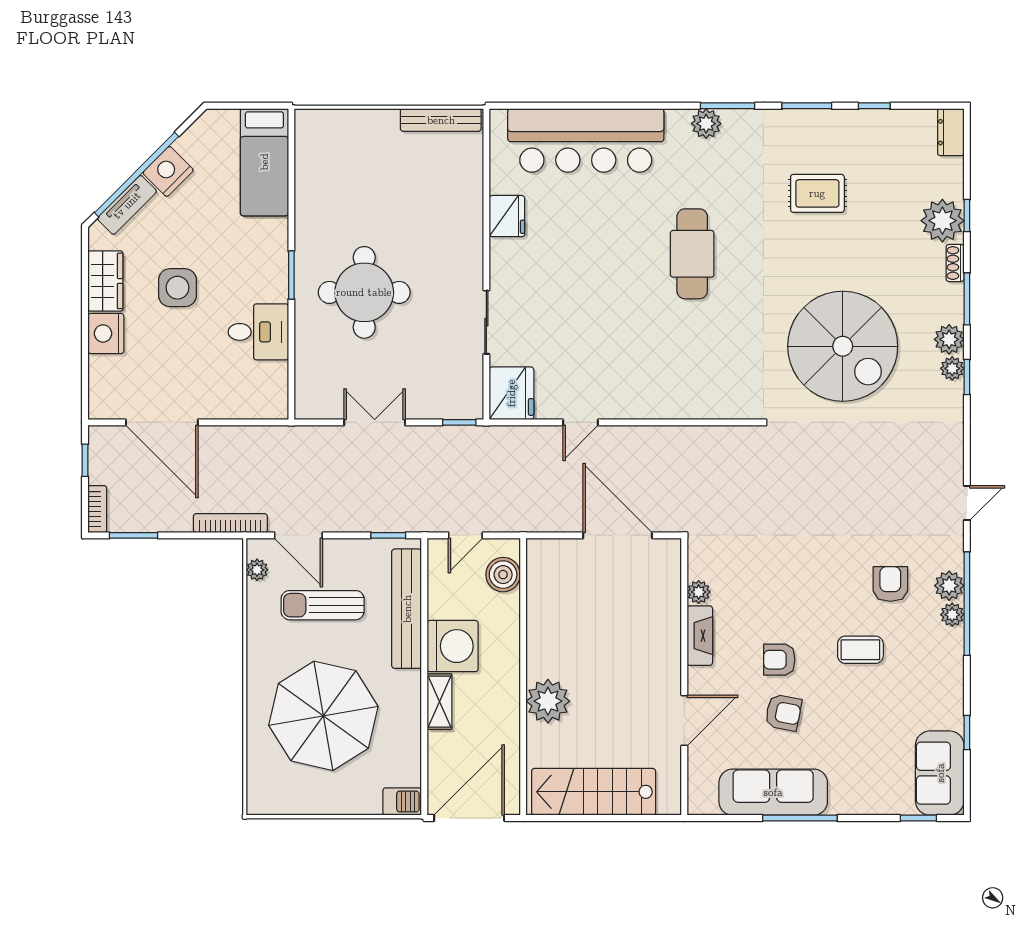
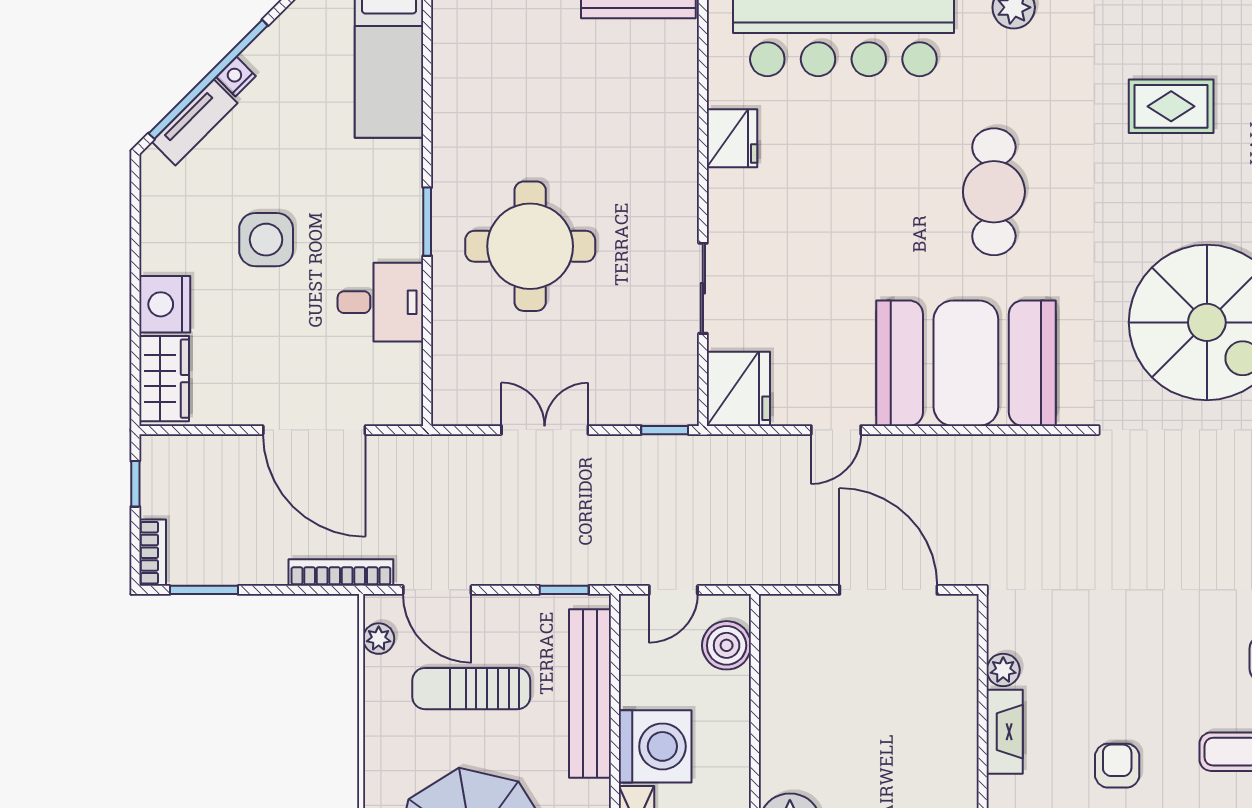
nightstand: (168, 171) -> (236, 77), width x0.53, depth x0.56
wardrobe: (105, 281) -> (164, 379), moved
booth: (672, 375) -> (966, 363), added
door: (162, 422) -> (314, 430), moved
armchair: (779, 660) -> (1117, 766), turned 90

